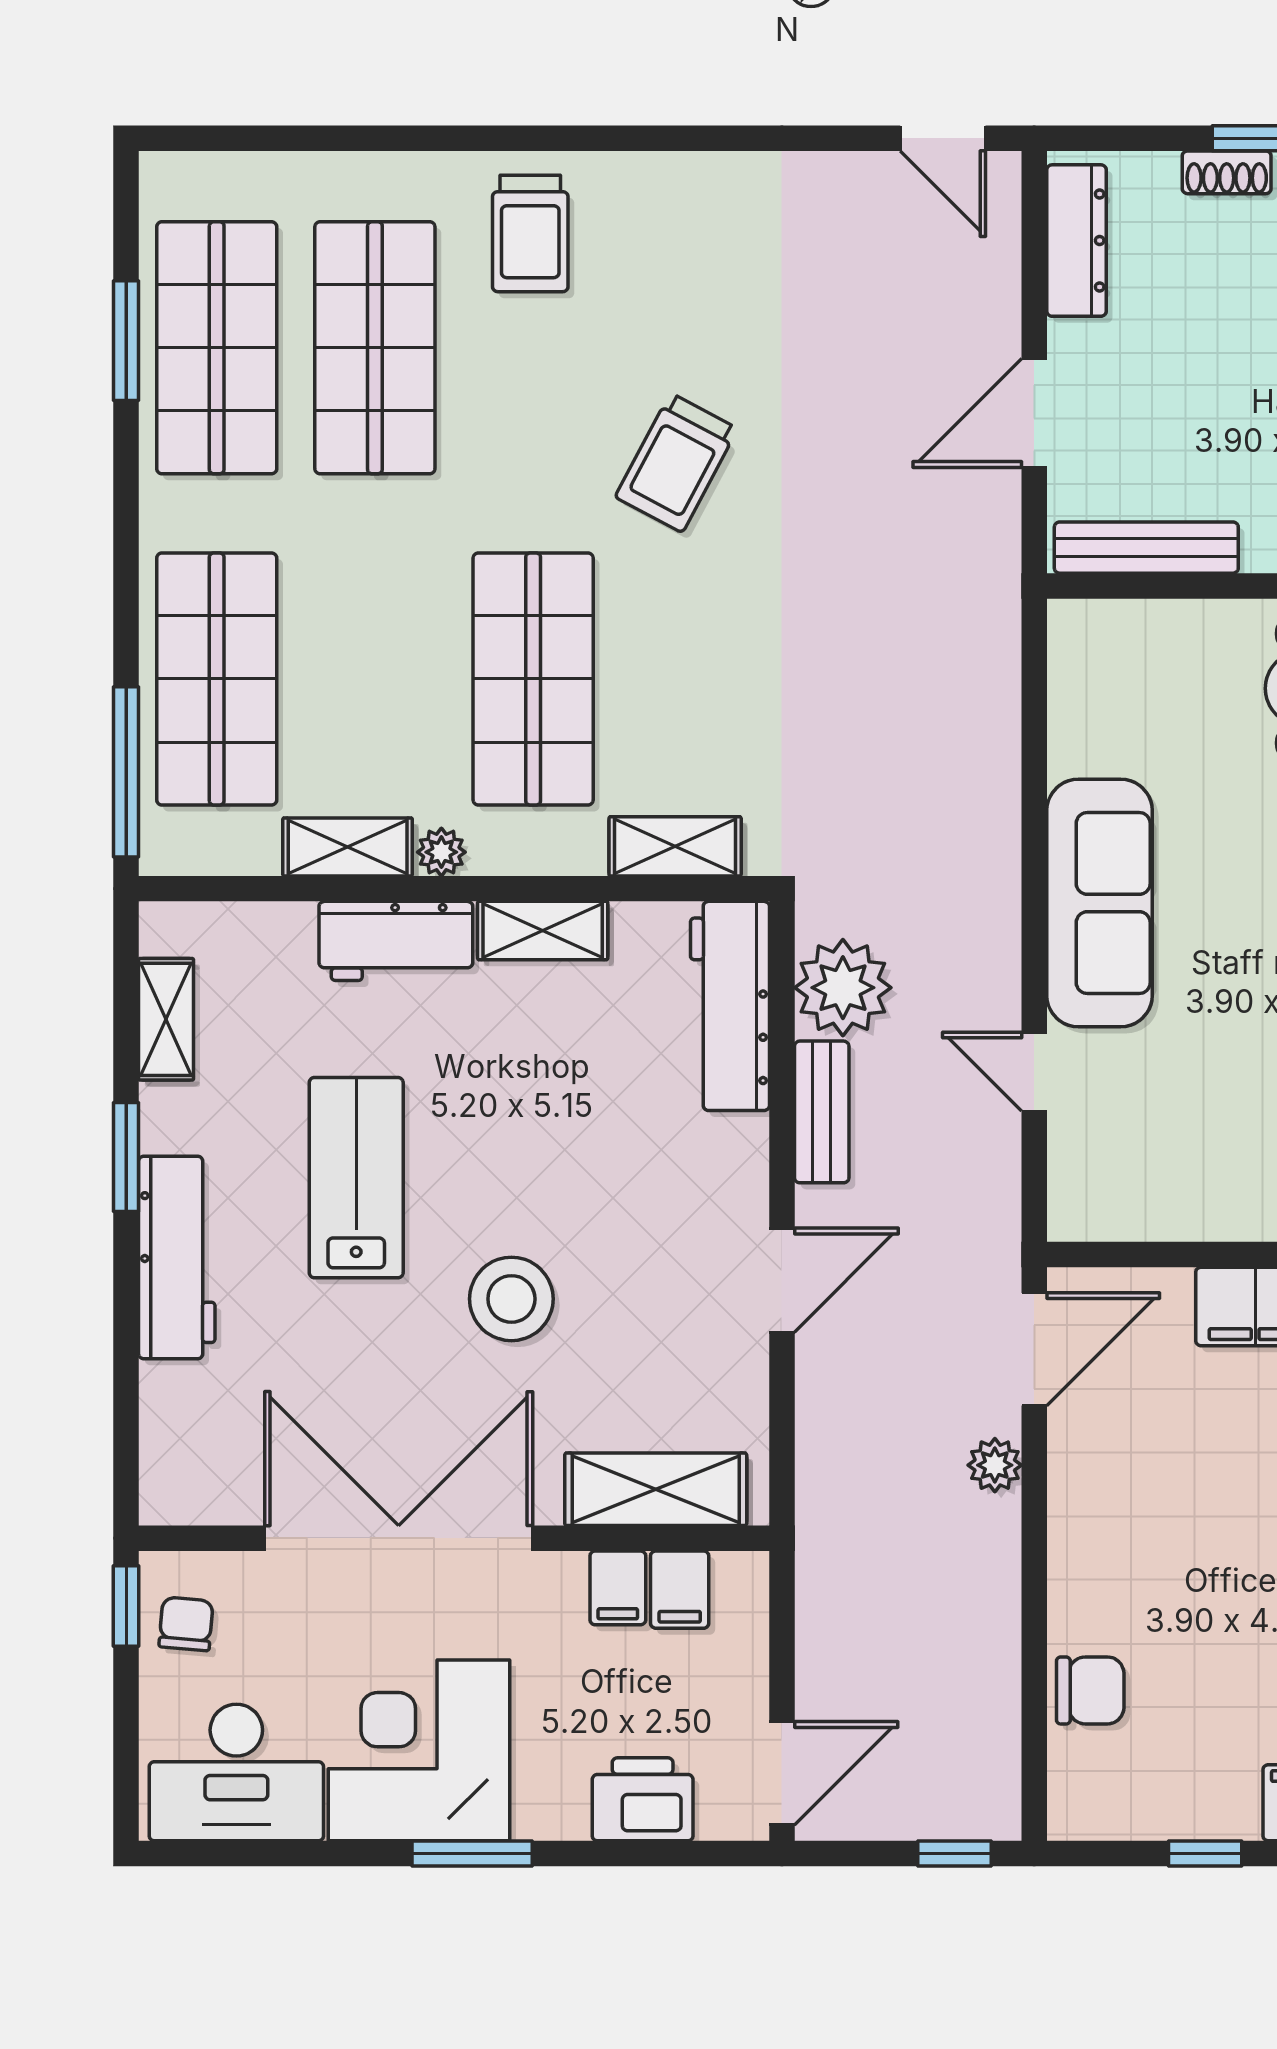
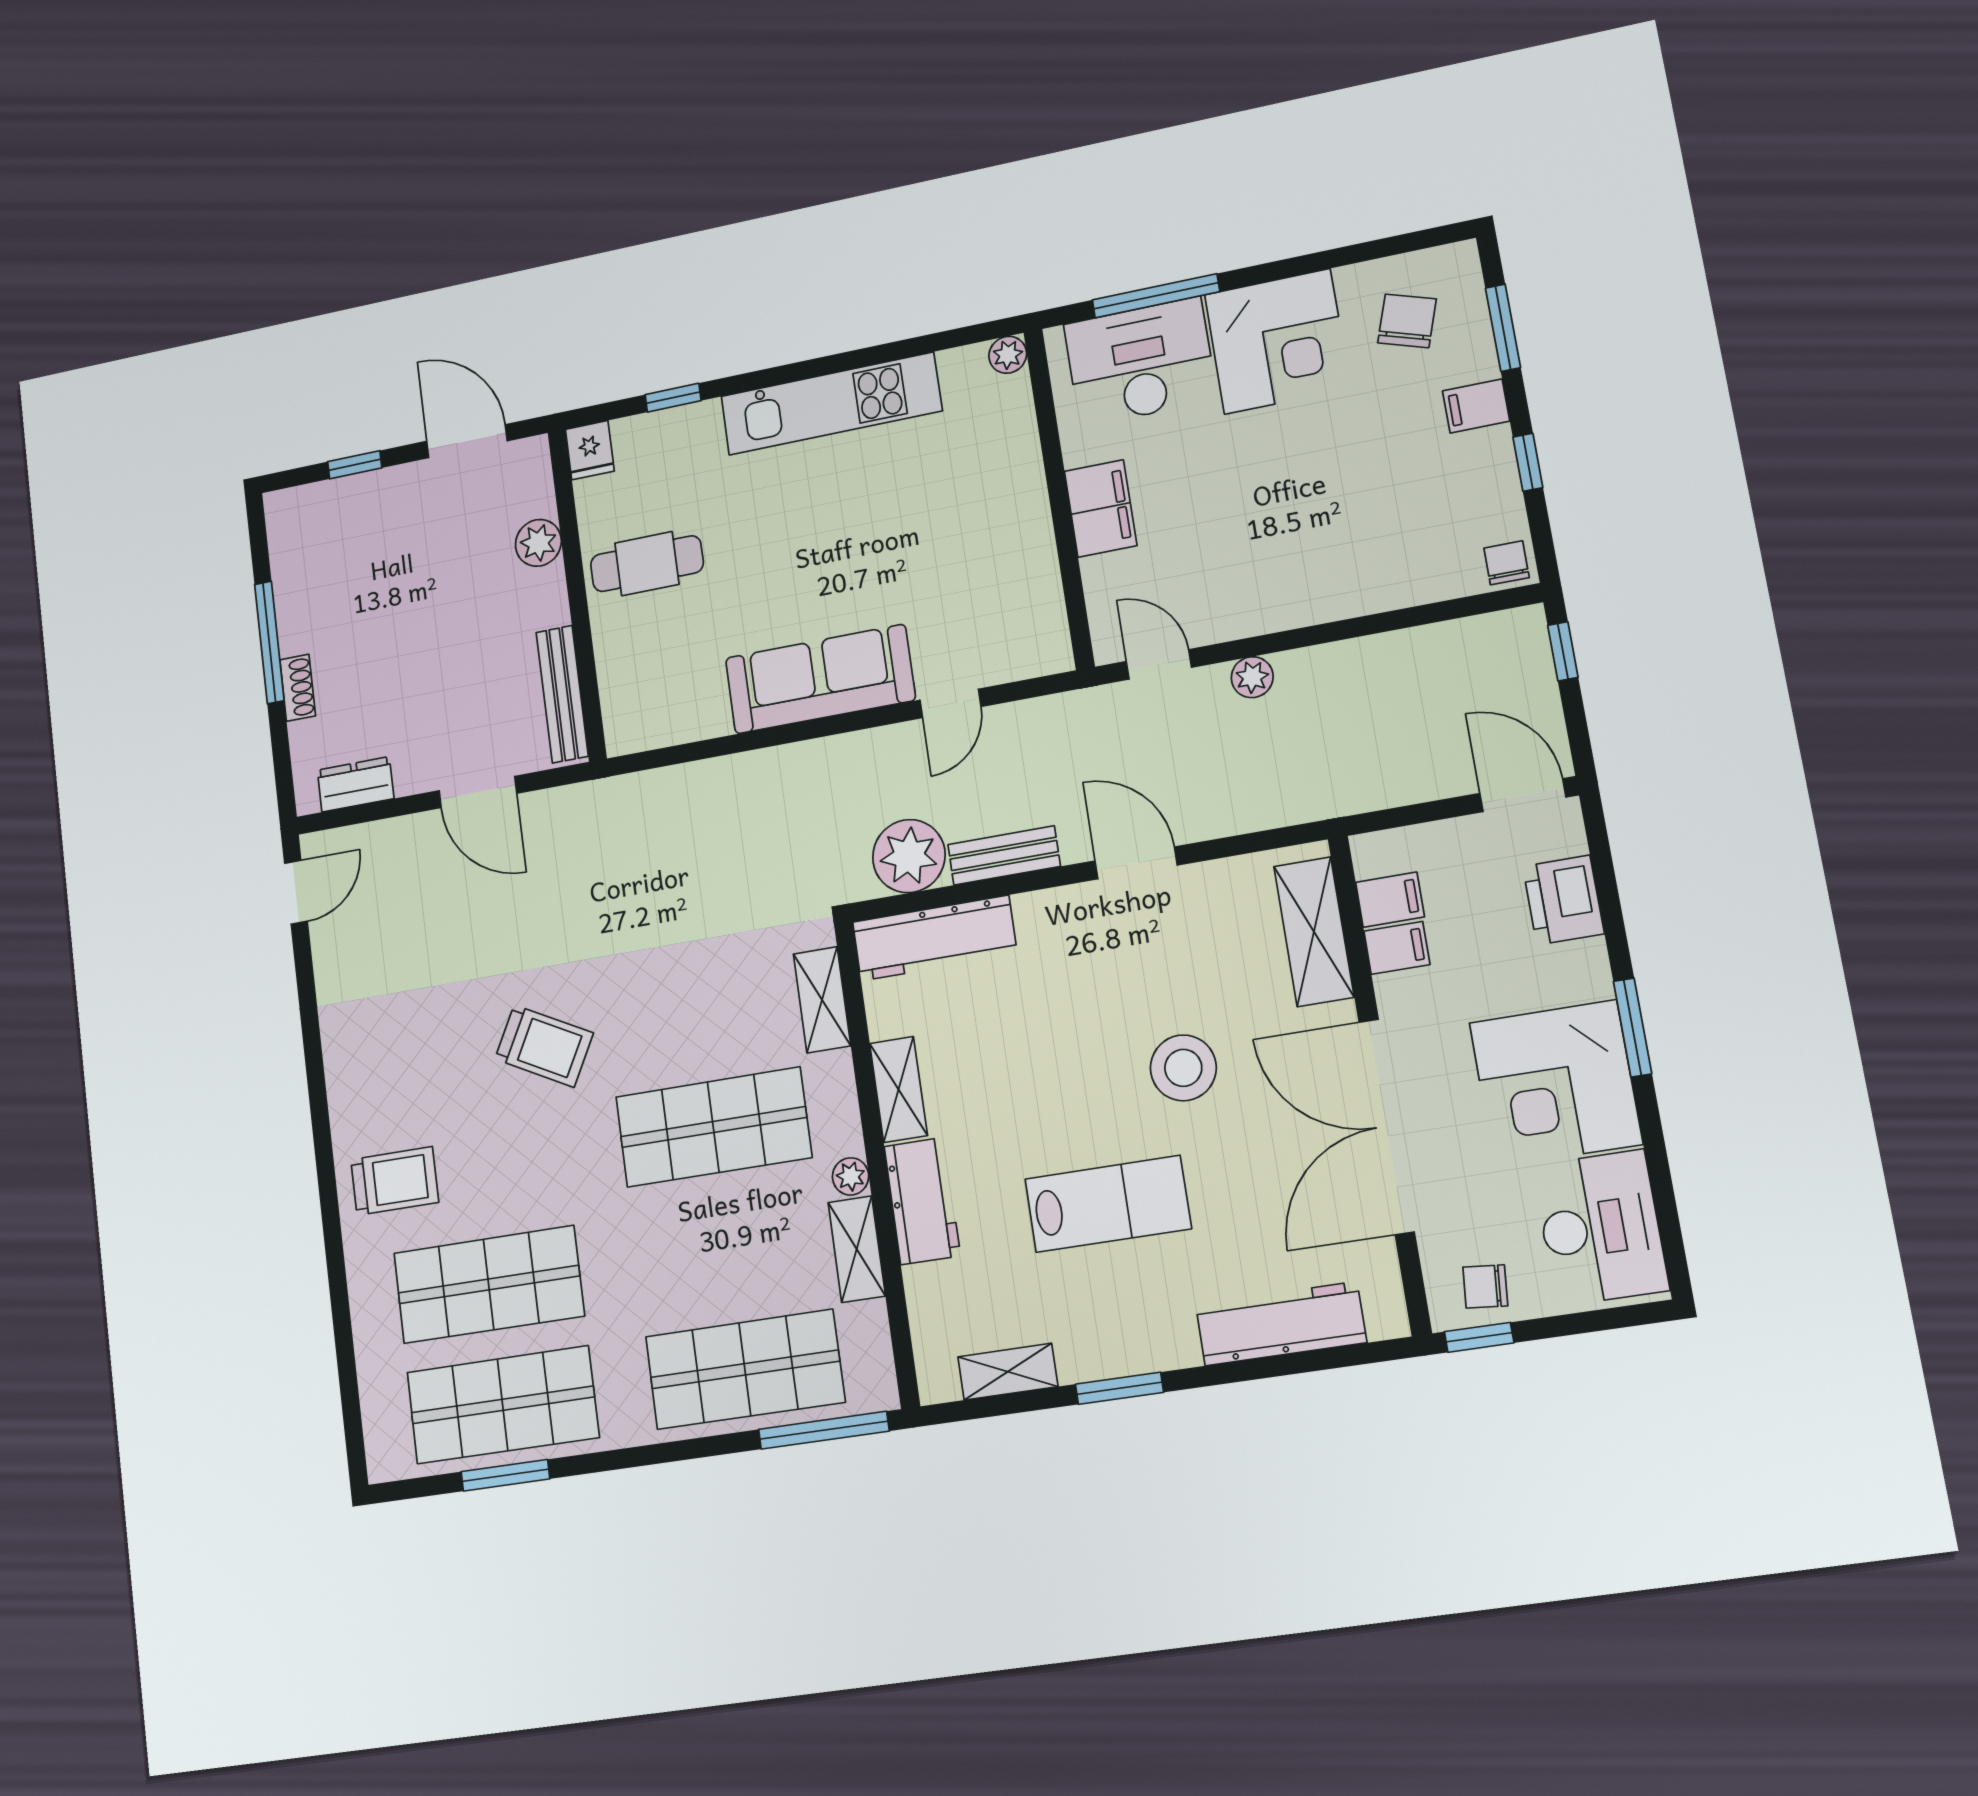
dresser: (1076, 241) -> (356, 784), width x0.70
lab bench: (356, 1178) -> (1108, 1204), turned 180
workbench: (177, 1257) -> (1281, 1324), moved
door: (1034, 1349) -> (1159, 664), width x0.73
chair: (1090, 1690) -> (1507, 563), moved, width x0.73, depth x0.73

